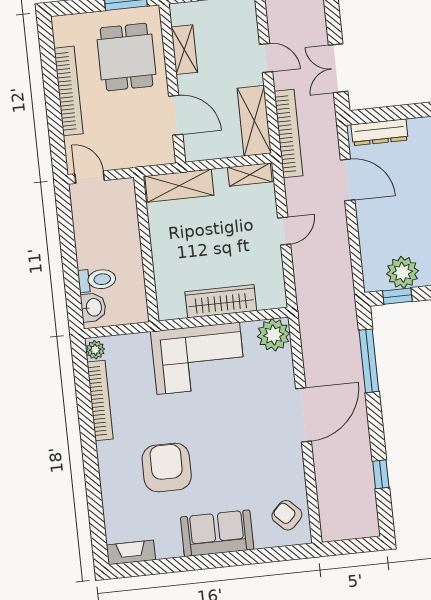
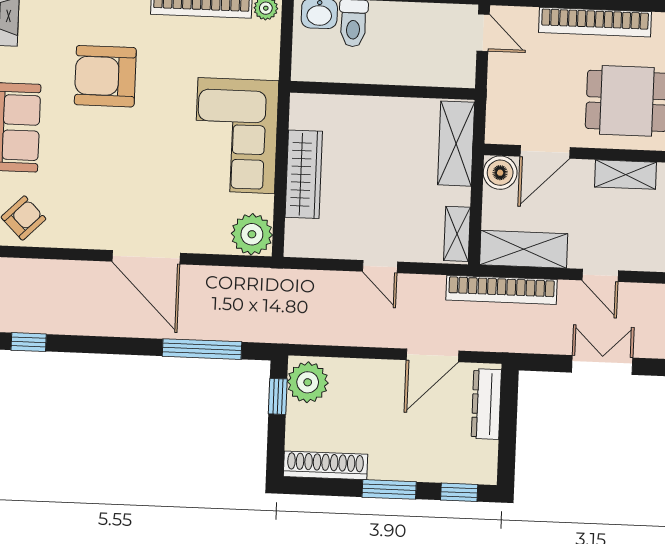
door: (266, 58) -> (600, 275), hinge flipped
double door: (338, 68) -> (602, 365), moved
boiler: (197, 148) -> (500, 173), added
door: (90, 177) -> (483, 33), hinge flipped
plant: (402, 272) -> (308, 382), moved
armchair: (167, 467) -> (105, 76), turned 180
window: (381, 474) -> (29, 342), moved

